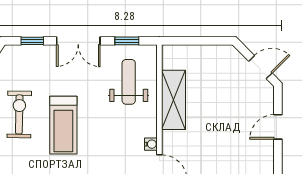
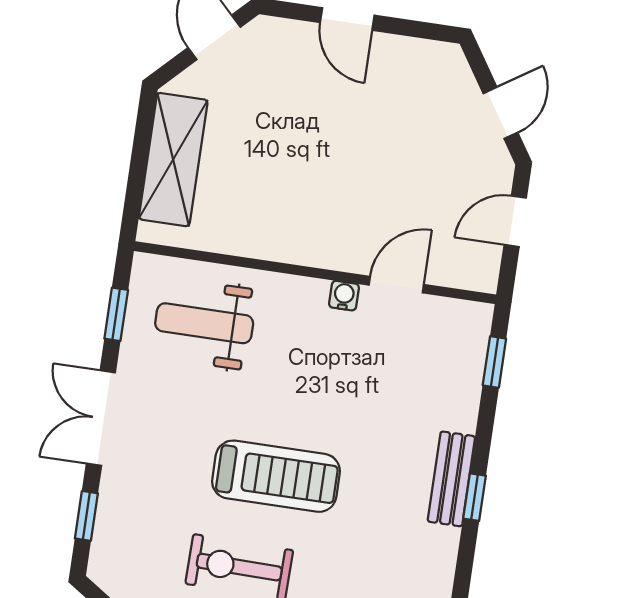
double door: (78, 41) -> (101, 418), swing flipped
shelving: (174, 100) -> (173, 160), moved, turned 90

